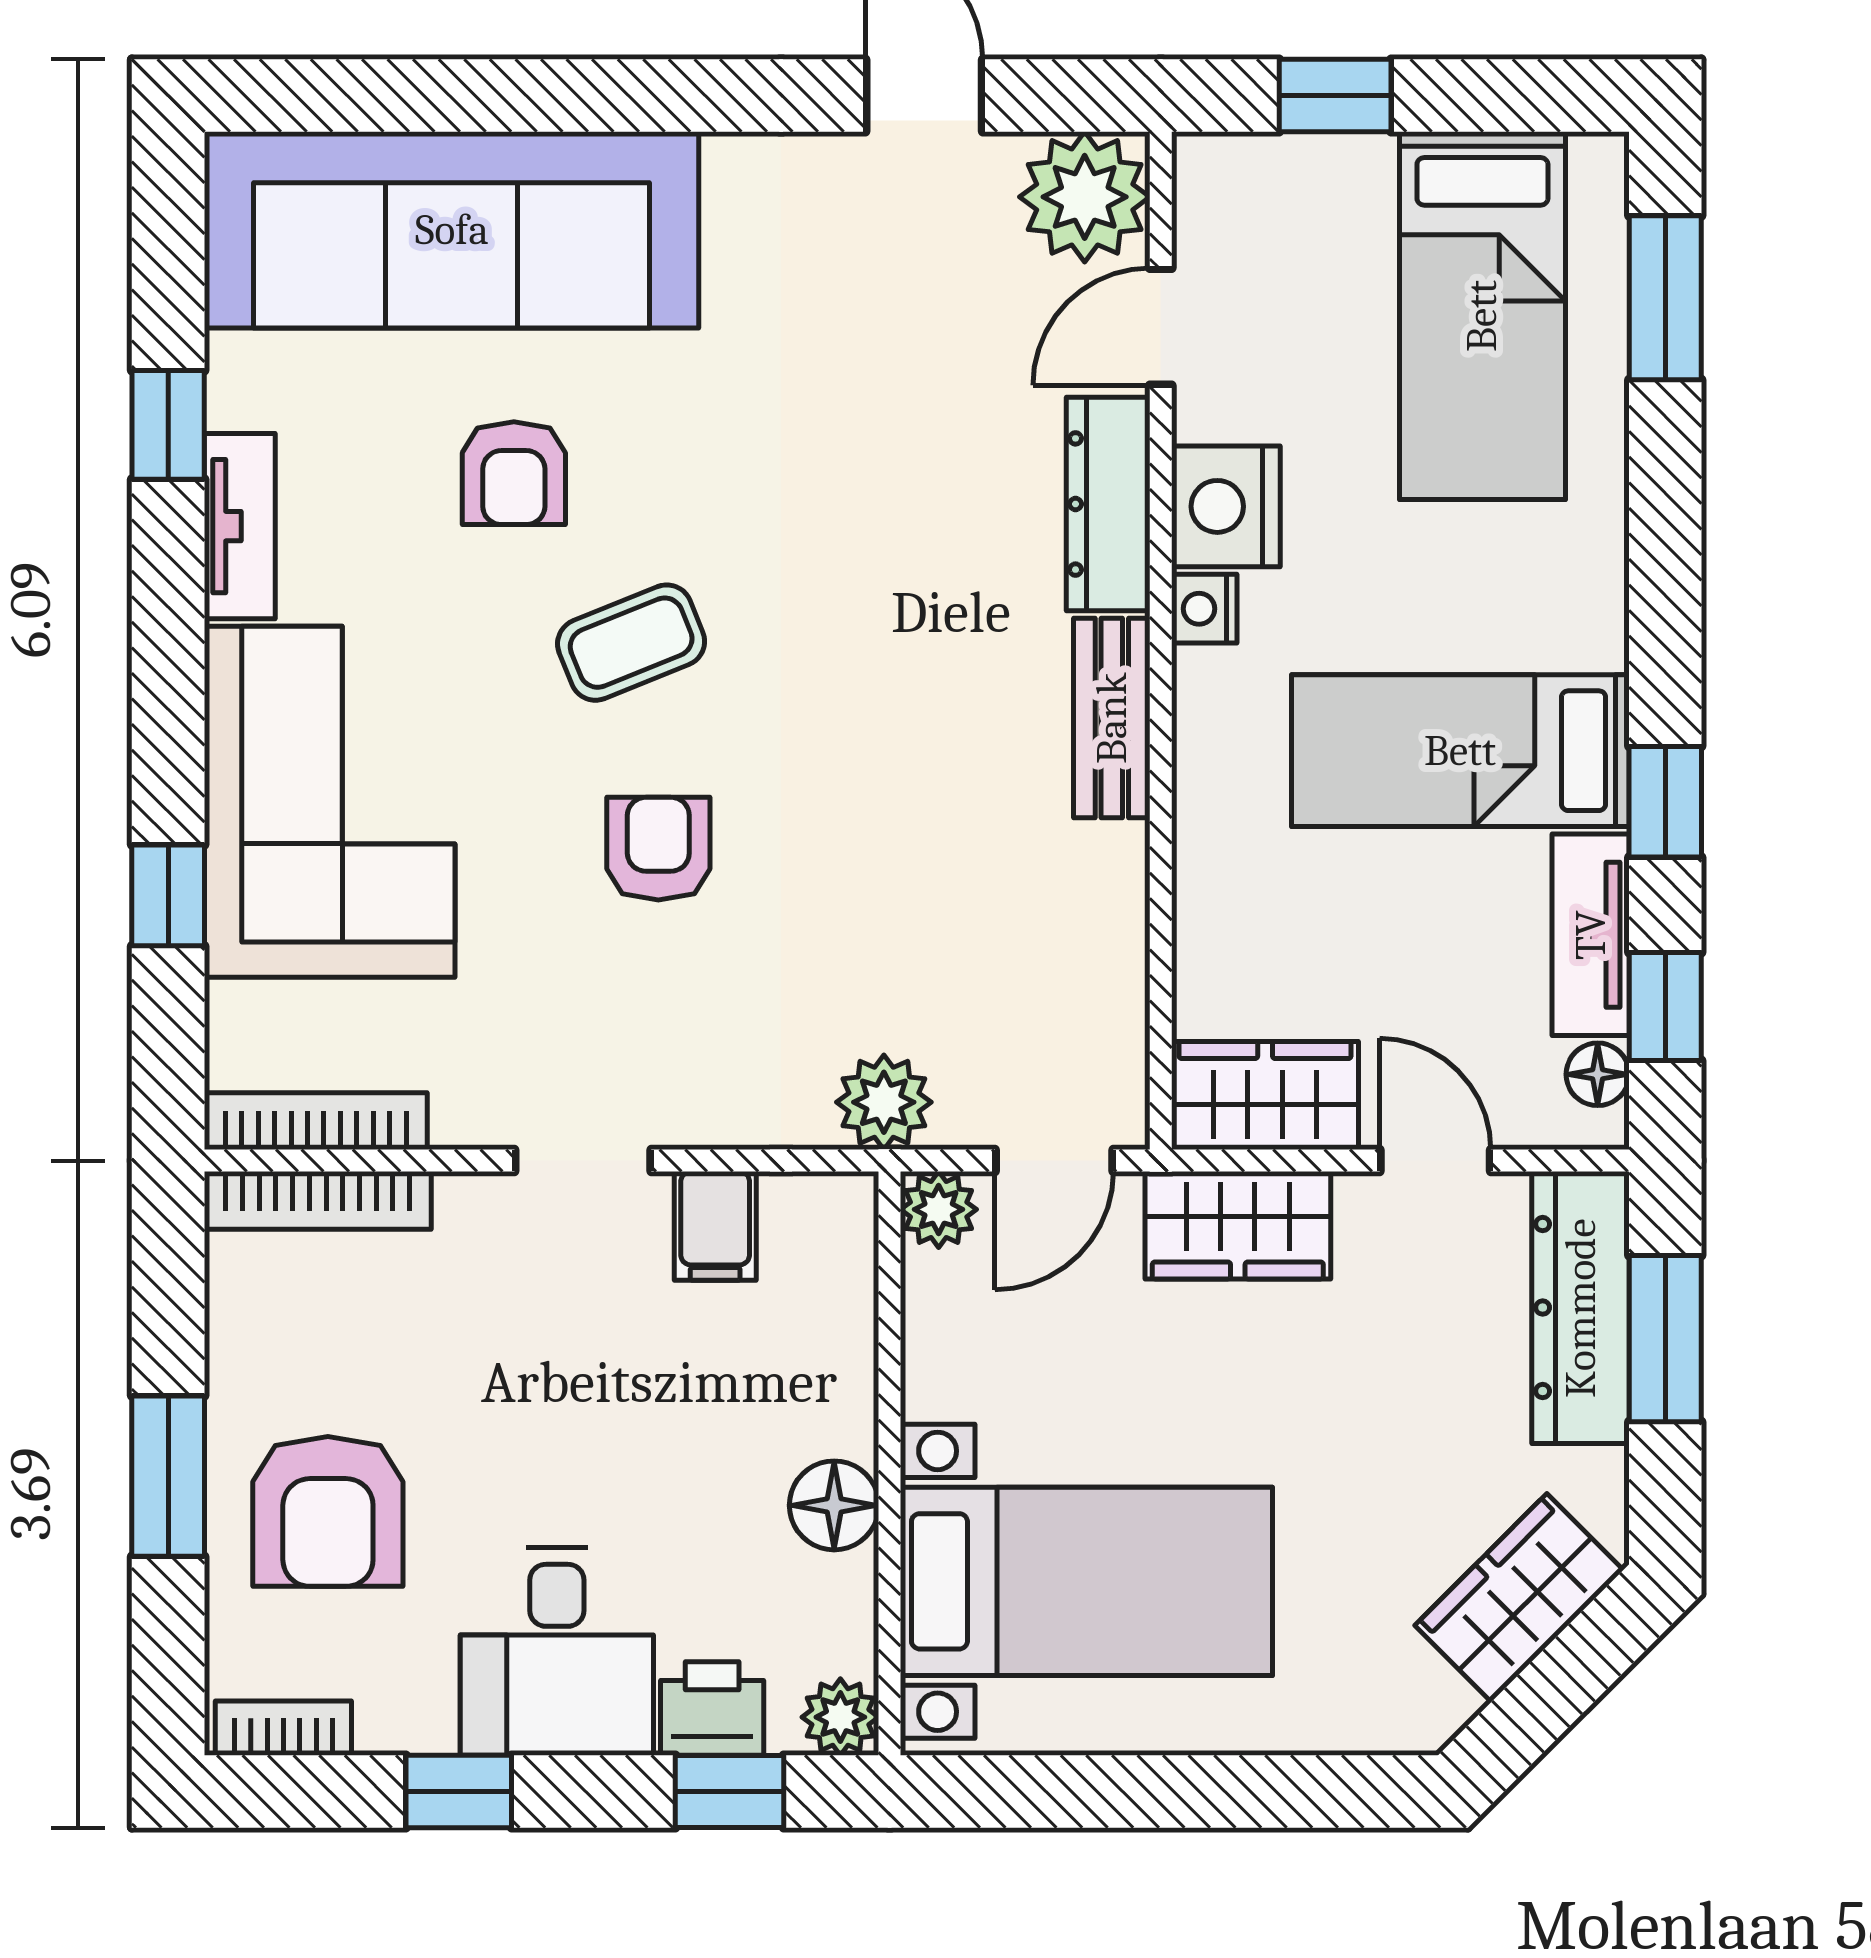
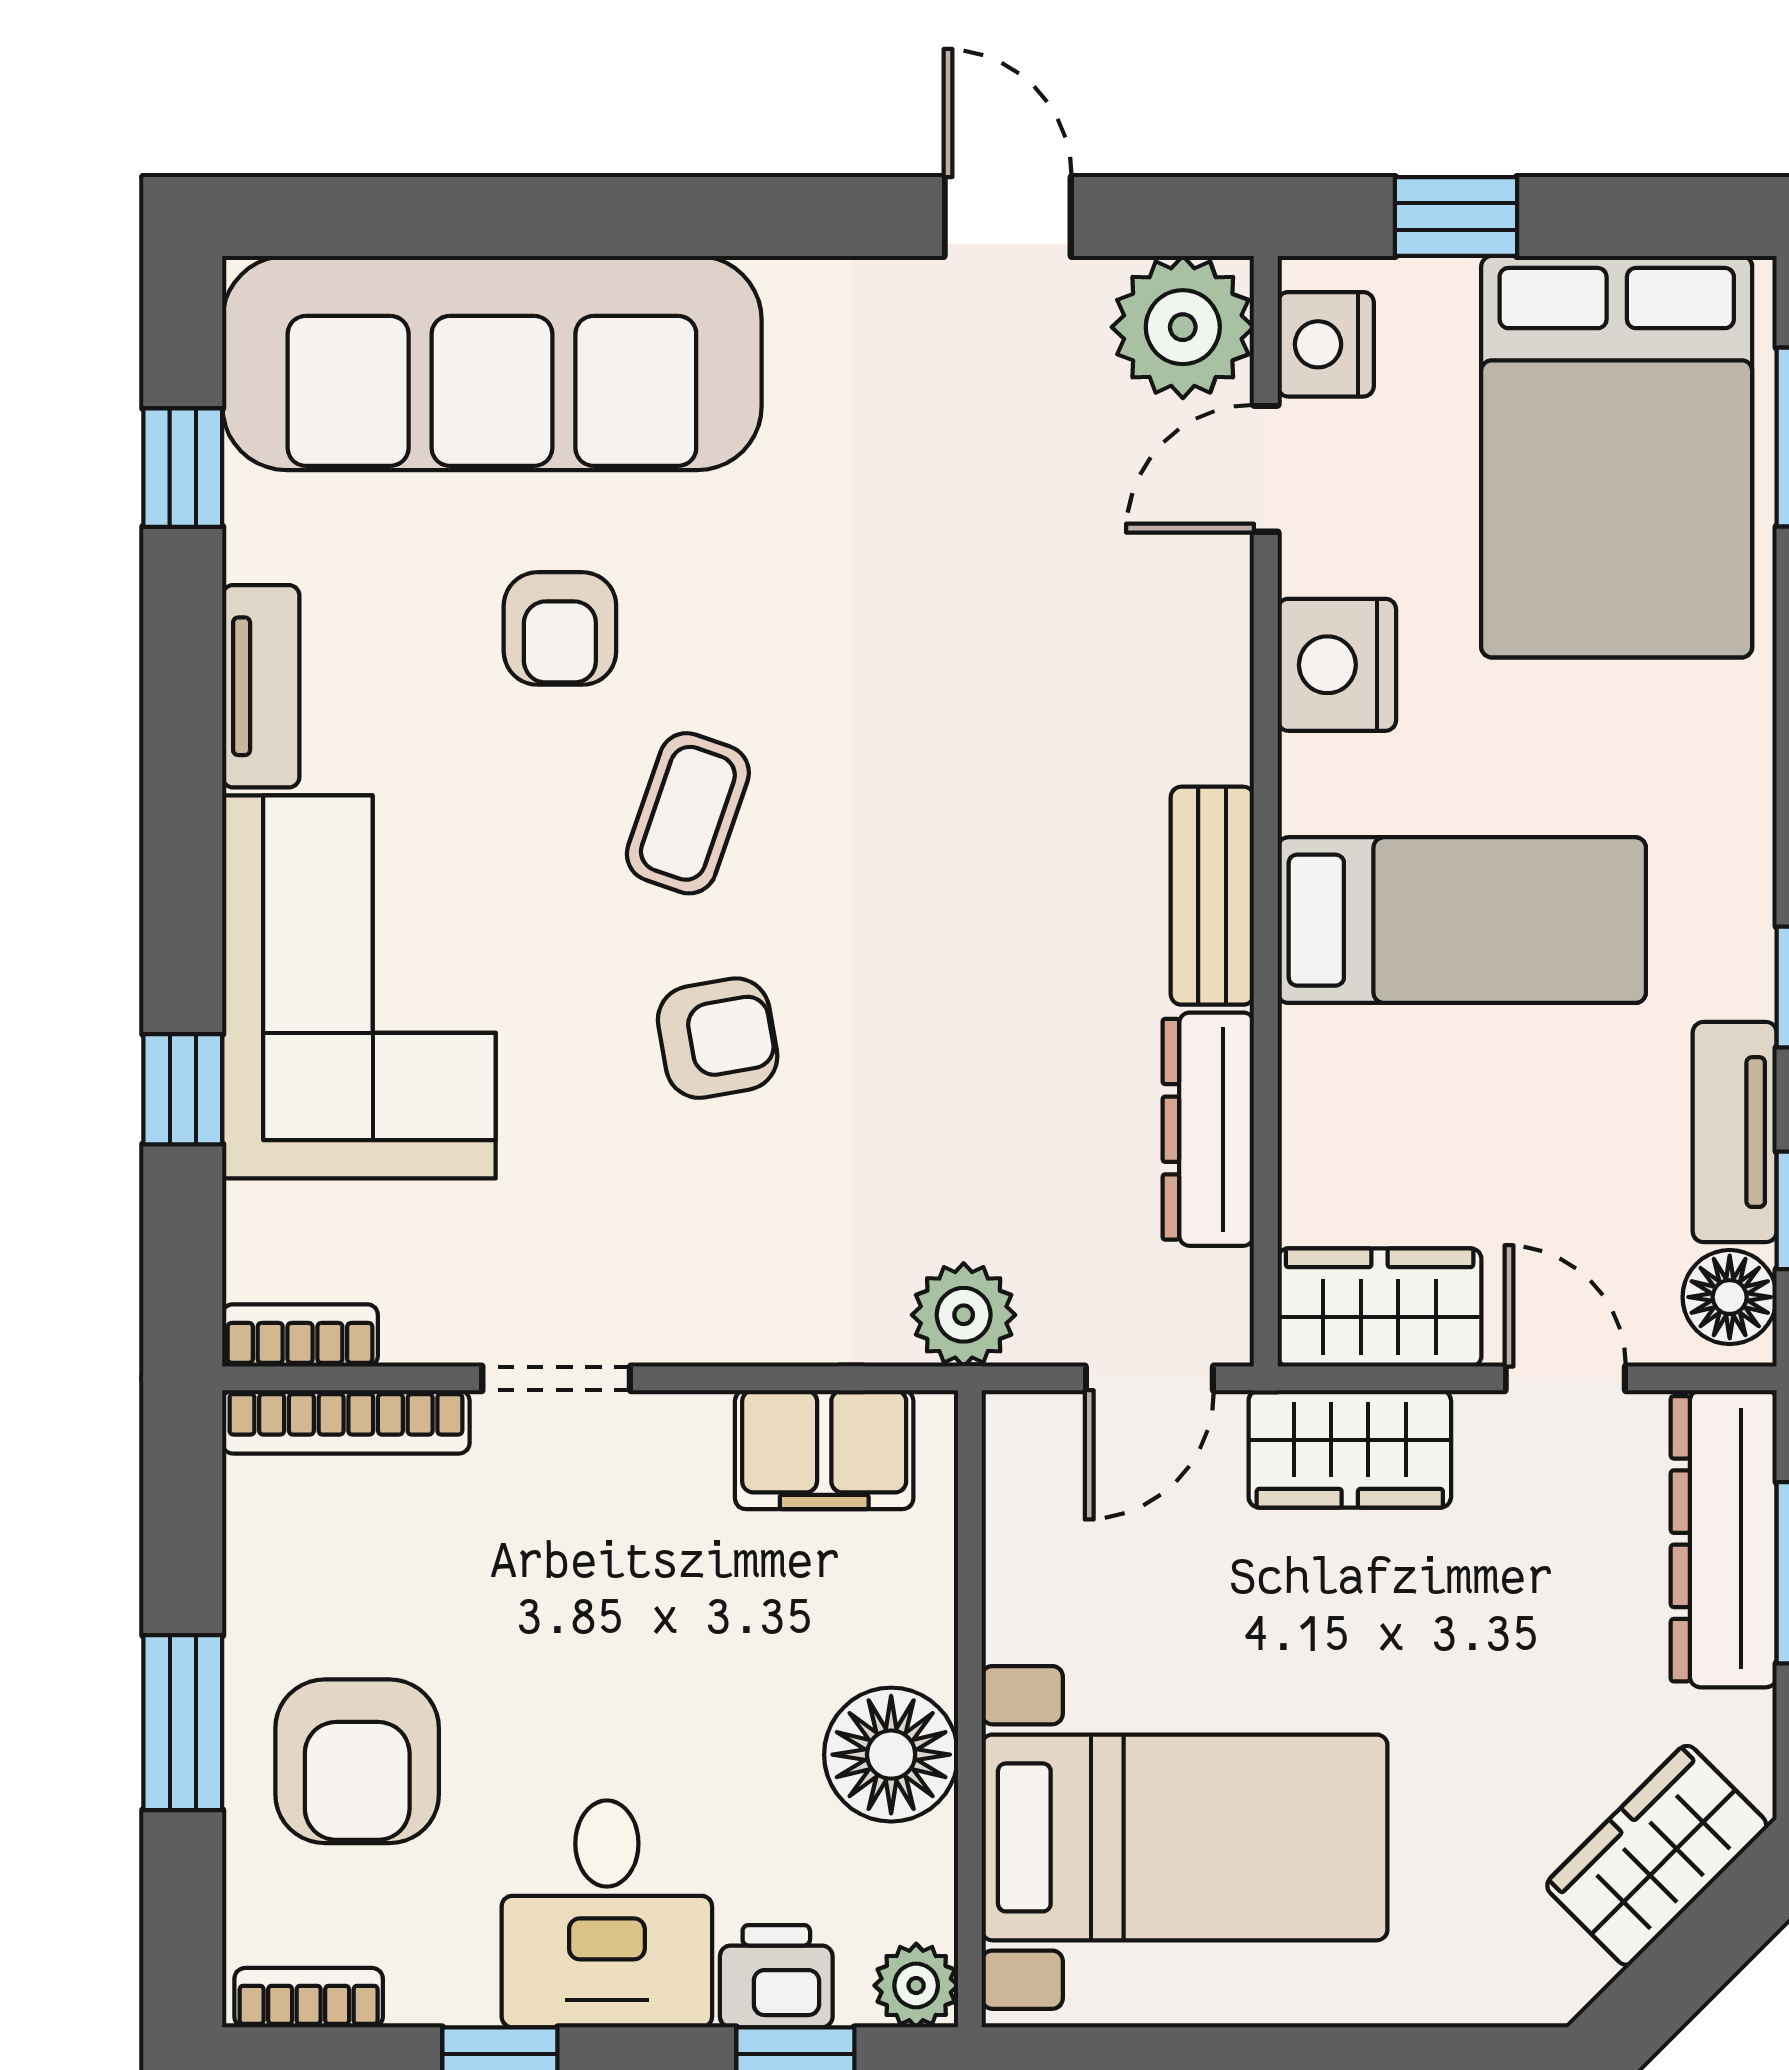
bed: (1482, 316) -> (1617, 457), width x1.50
window: (168, 425) -> (183, 468), moved
dresser: (1108, 504) -> (1208, 1129), moved
nightstand: (1204, 609) -> (1326, 344), moved, width x1.39, depth x1.35
coffee table: (631, 643) -> (688, 813), turned -49
bed: (1460, 751) -> (1462, 920), moved, turned 180
armchair: (658, 849) -> (718, 1038), turned 80
floor lamp: (1598, 1074) -> (1730, 1297), width x1.37, depth x1.37
bookcase: (316, 1121) -> (300, 1335), width x0.64
doorway: (583, 1161) -> (556, 1378), moved
plant: (939, 1209) -> (1023, 1432), removed
filing cabinet: (715, 1226) -> (824, 1450), width x2.00
floor lamp: (834, 1505) -> (891, 1755), width x1.38, depth x1.38

